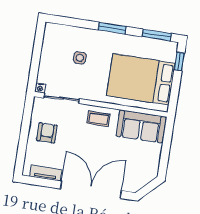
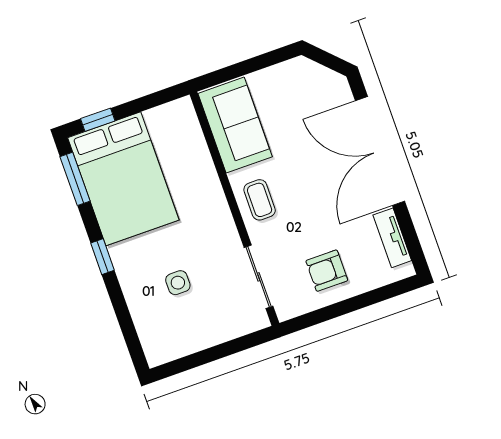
window: (112, 28) -> (102, 257), width x0.67
bed: (141, 79) -> (123, 179), moved
nightstand: (40, 88) -> (261, 320), removed

